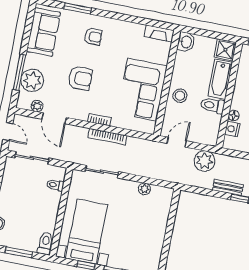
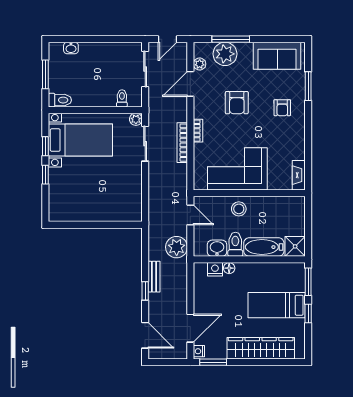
washbasin: (186, 42) -> (217, 248), moved, turned 180
plant: (144, 189) -> (136, 119), moved

